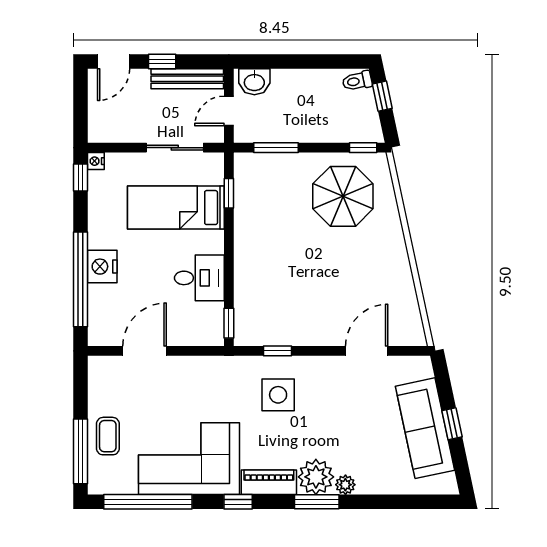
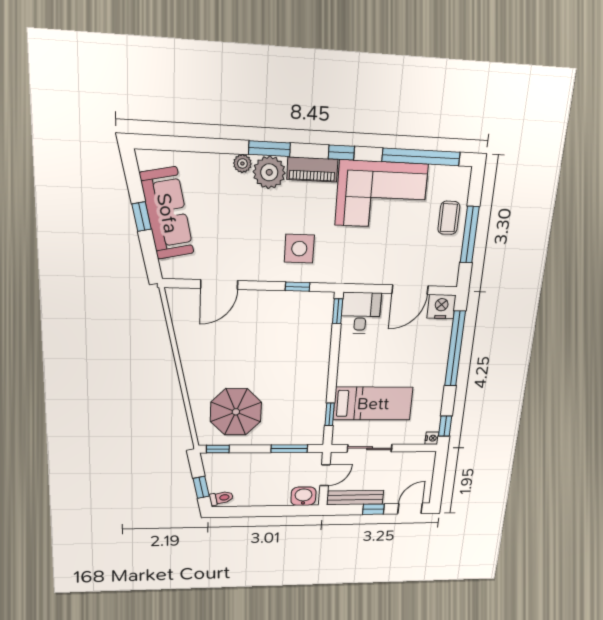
nightstand: (102, 267) -> (441, 307), moved, turned -90
desk: (199, 278) -> (361, 313), moved, turned 90
window: (80, 451) -> (470, 235), moved

